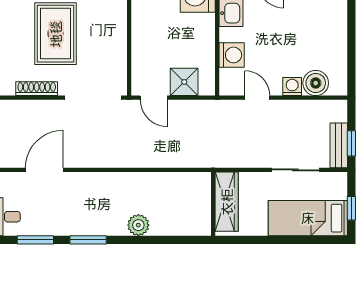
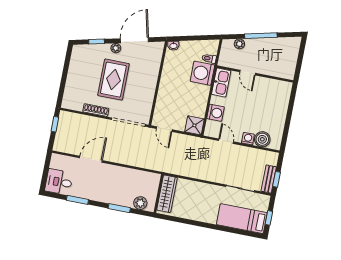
shower: (184, 82) -> (194, 125), moved
wardrobe: (227, 202) -> (167, 194), moved
wall: (213, 204) -> (159, 194), moved
window: (88, 240) -> (119, 208), moved

